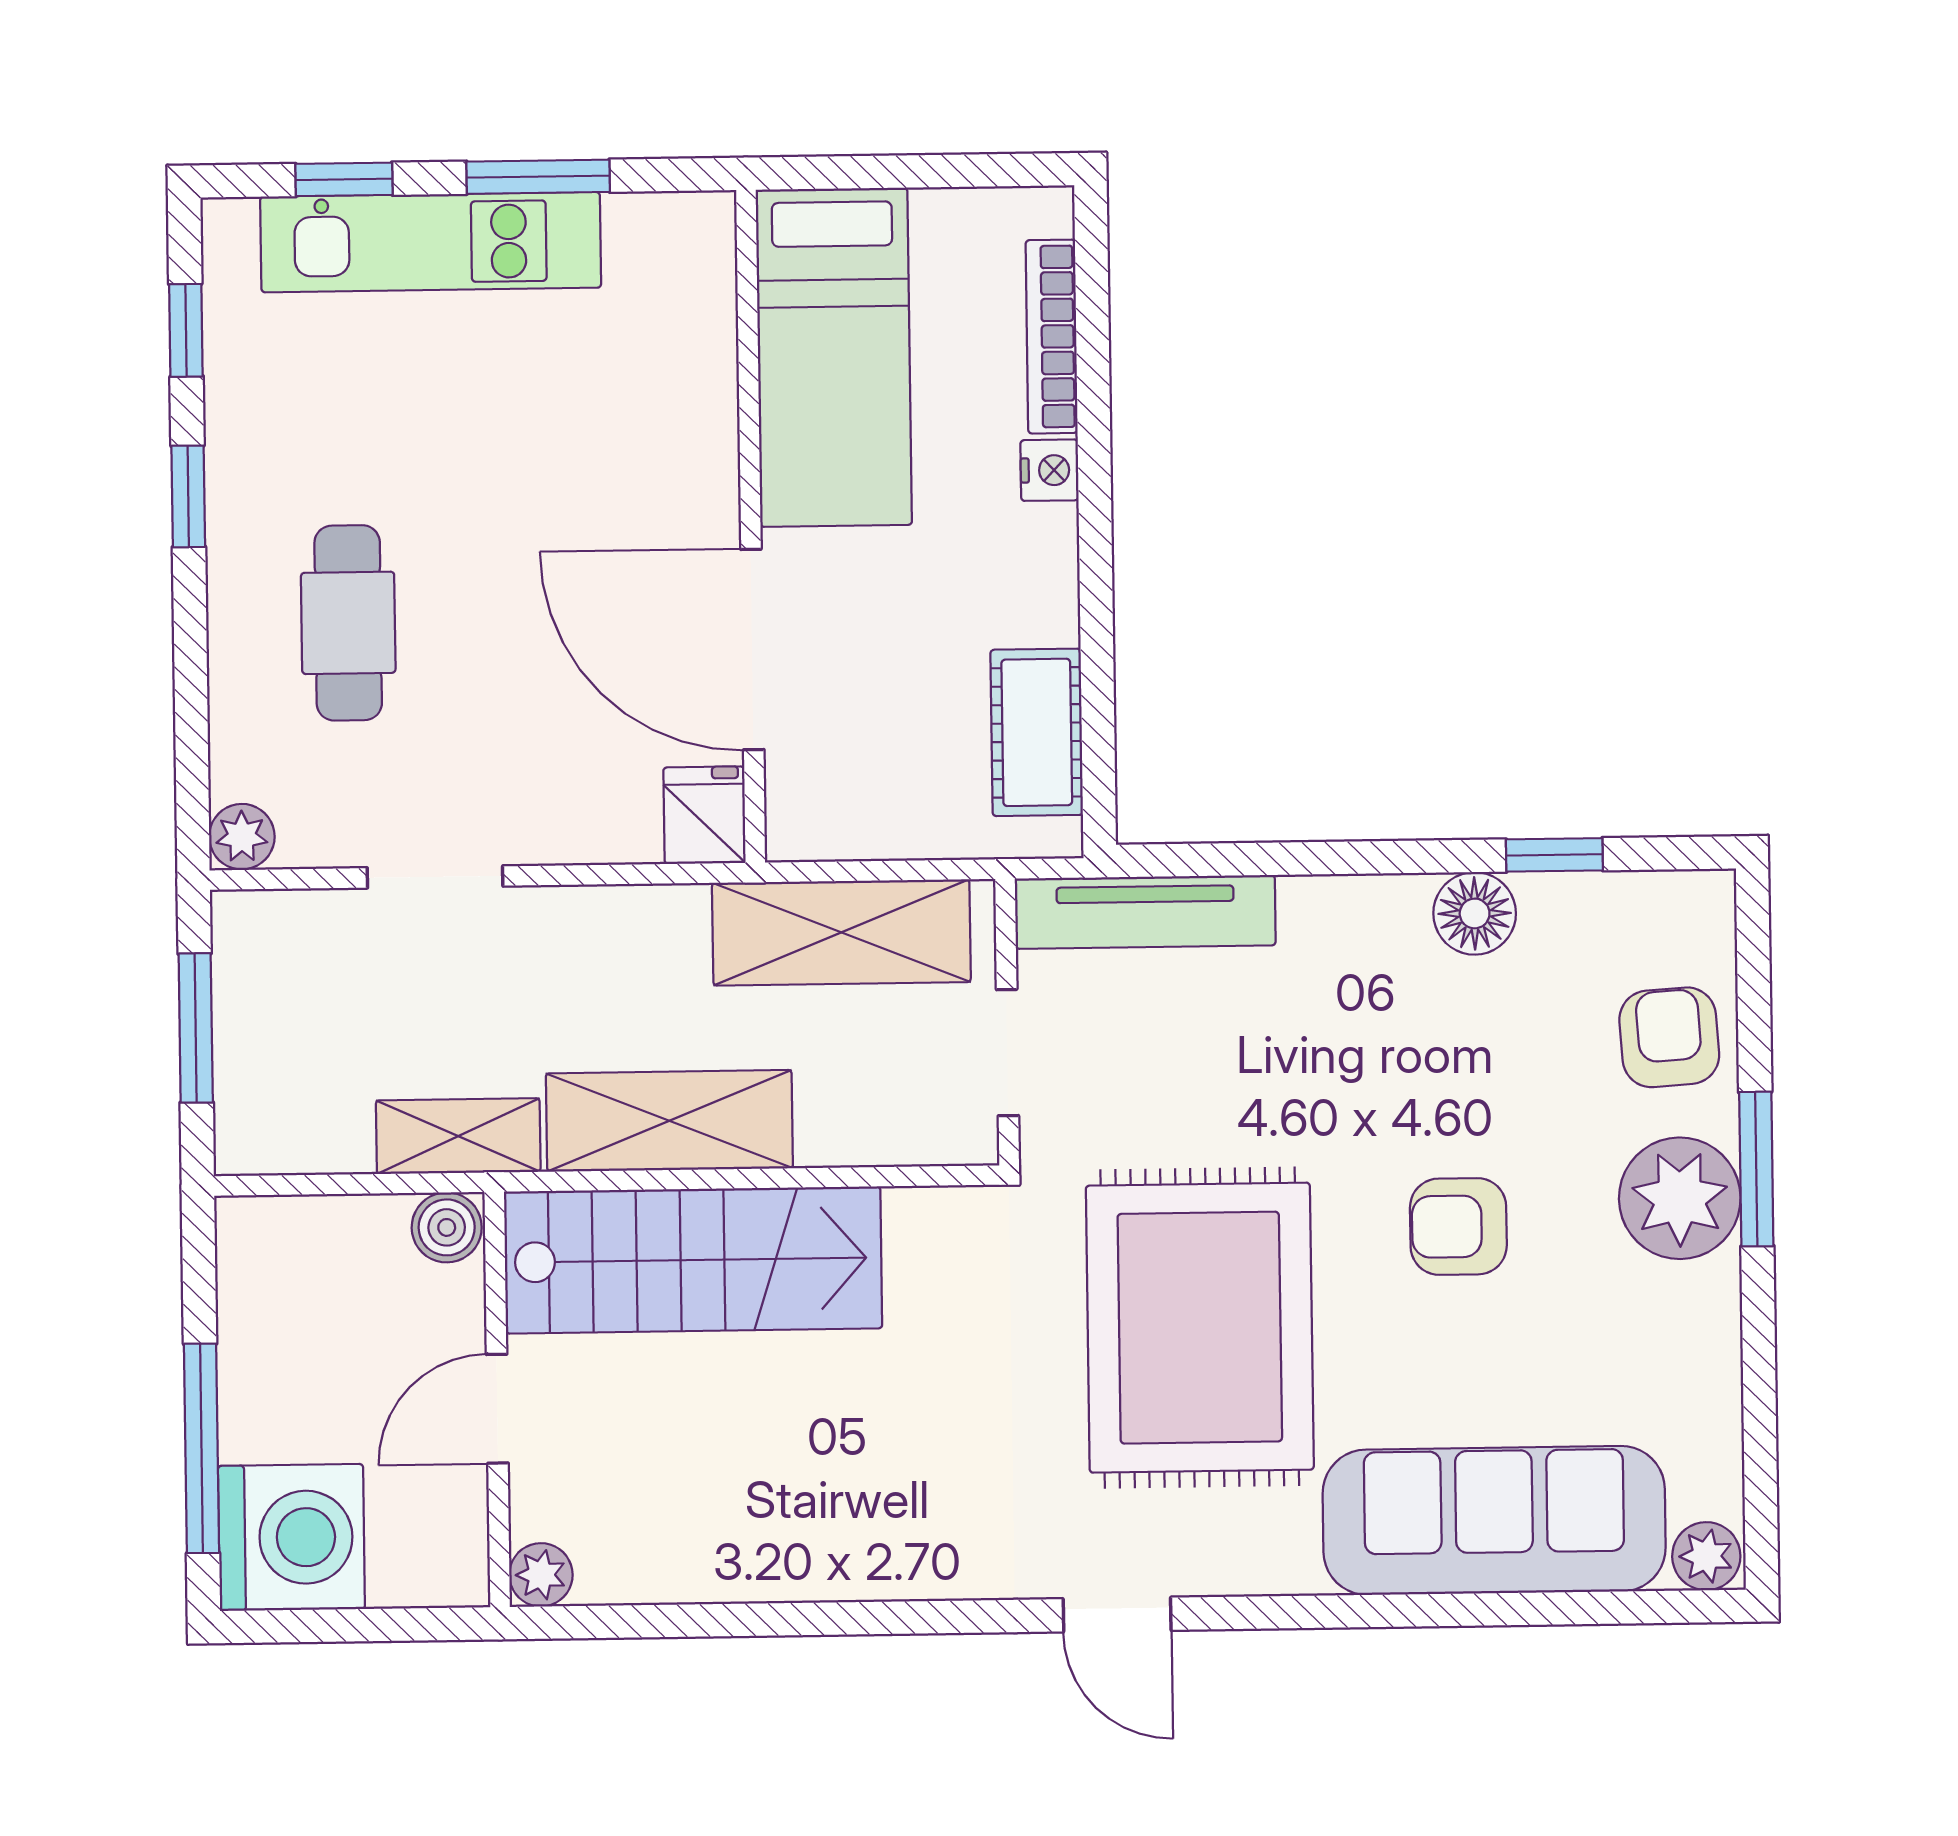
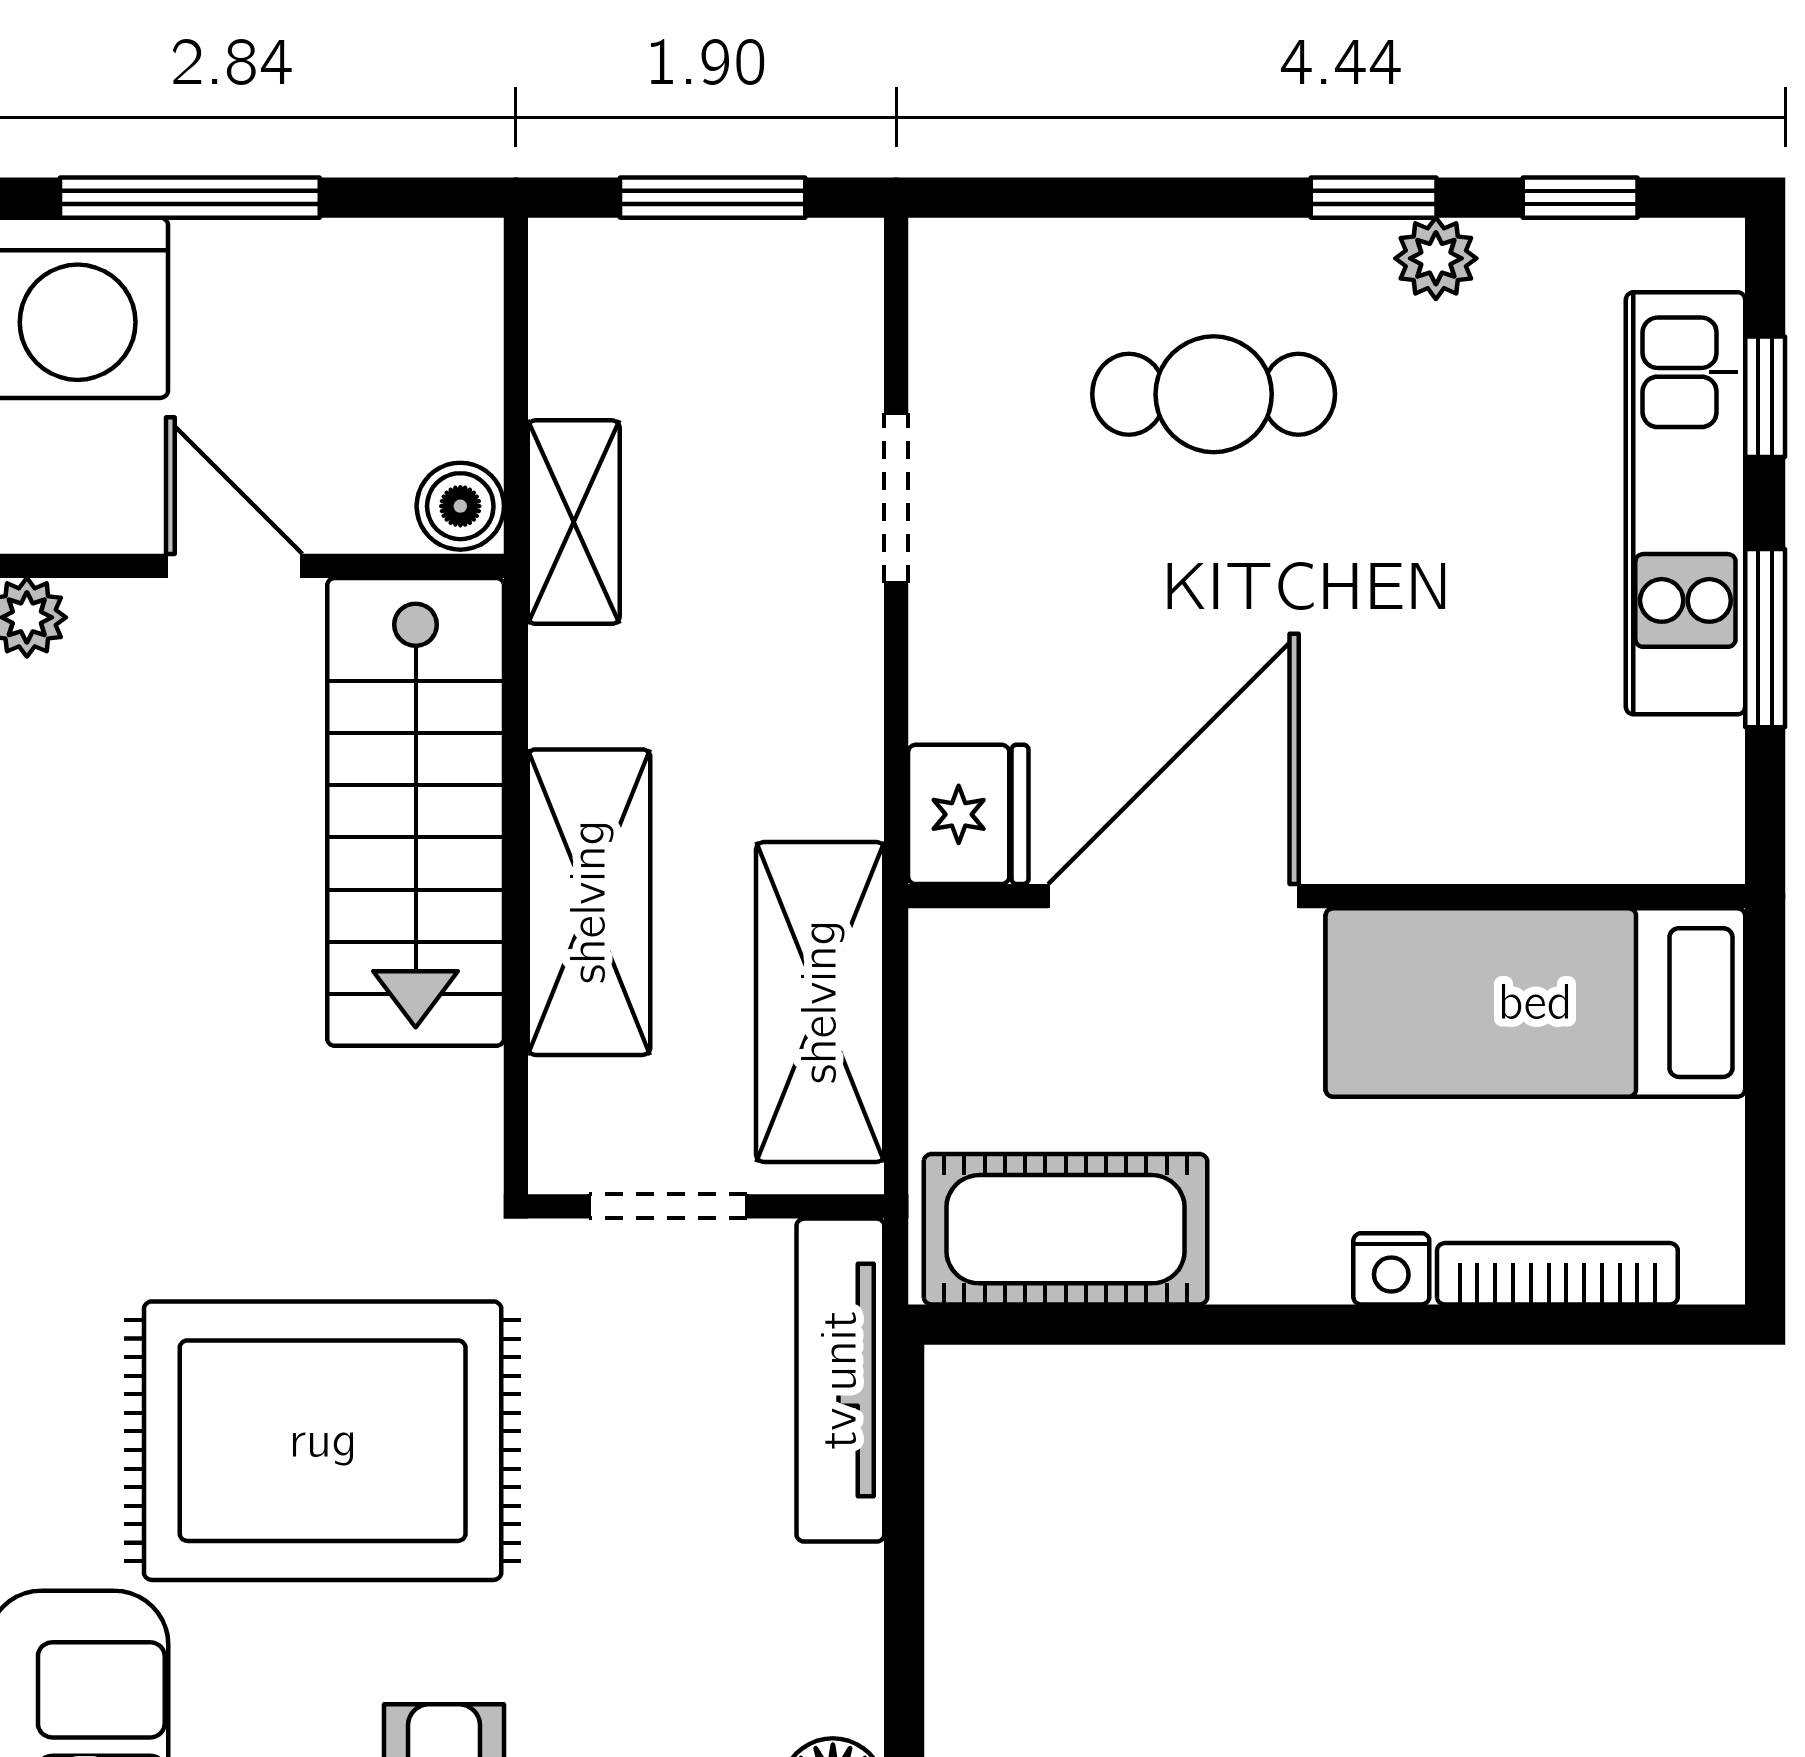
cot: (1037, 732) -> (1066, 1229), width x1.37, depth x1.34
fridge: (704, 815) -> (968, 814), width x1.38
plant: (242, 837) -> (1436, 258), moved
shelving: (669, 1121) -> (589, 902), moved

